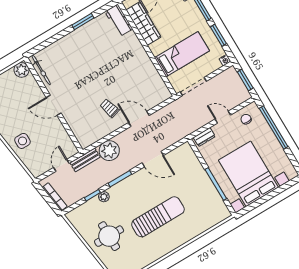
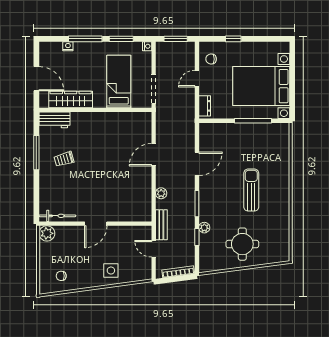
window: (83, 21) -> (36, 153), width x1.44
trolley: (110, 108) -> (64, 159), moved
window: (274, 127) -> (233, 39), width x0.32
plant: (109, 151) -> (161, 193), width x0.53, depth x0.53
sun lounger: (158, 217) -> (251, 190), width x0.73, depth x0.75

